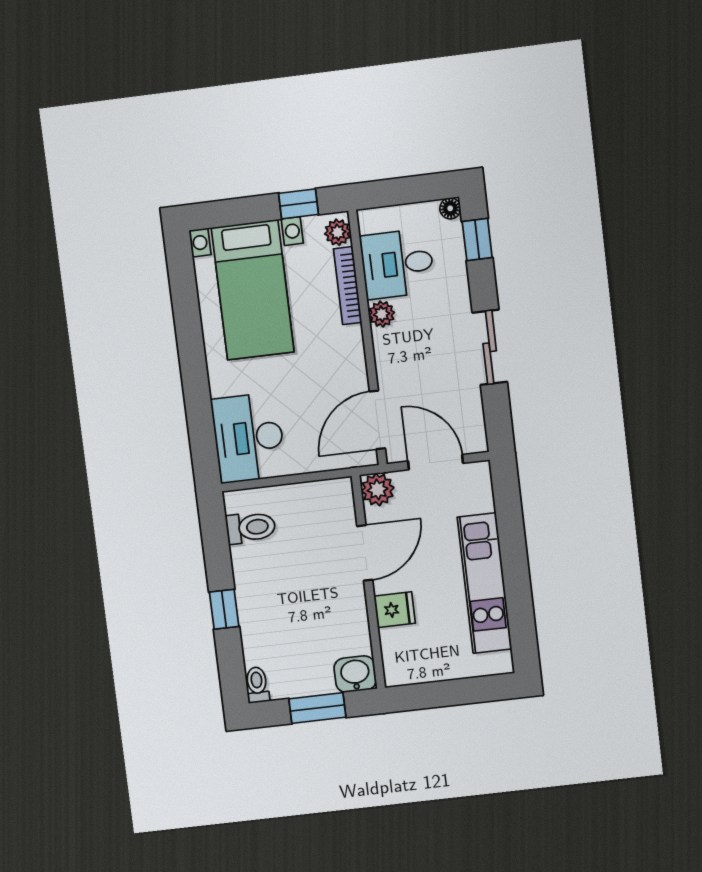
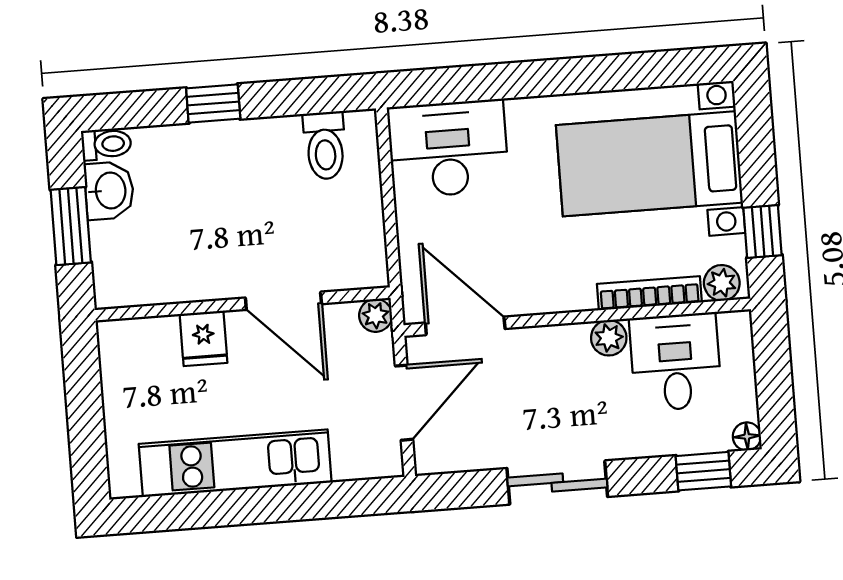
plant: (378, 490) -> (376, 315), width x0.73, depth x0.73
washbasin: (355, 674) -> (109, 191), moved

